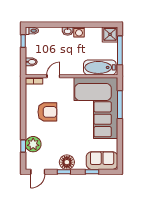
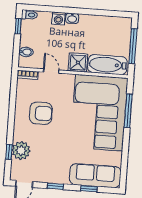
washing machine: (79, 32) -> (59, 18), moved
shower: (110, 34) -> (78, 63), moved
door: (53, 76) -> (51, 71), hinge flipped
sofa: (102, 161) -> (95, 176), width x1.36
floor lamp: (67, 162) -> (60, 175), removed

